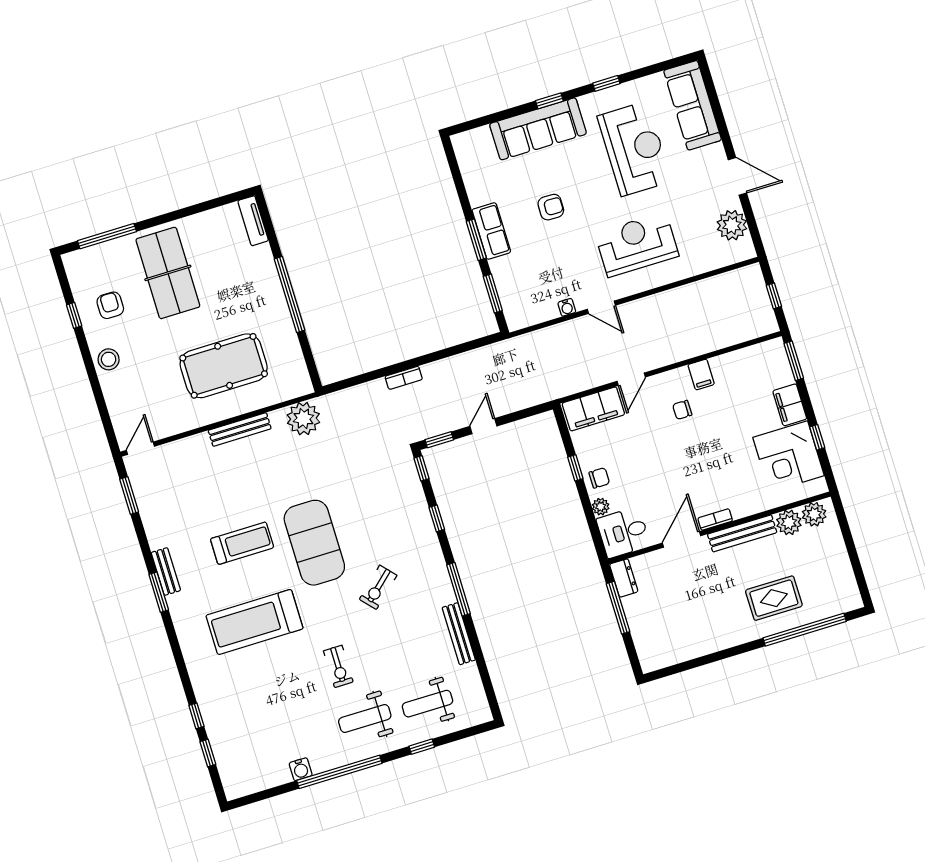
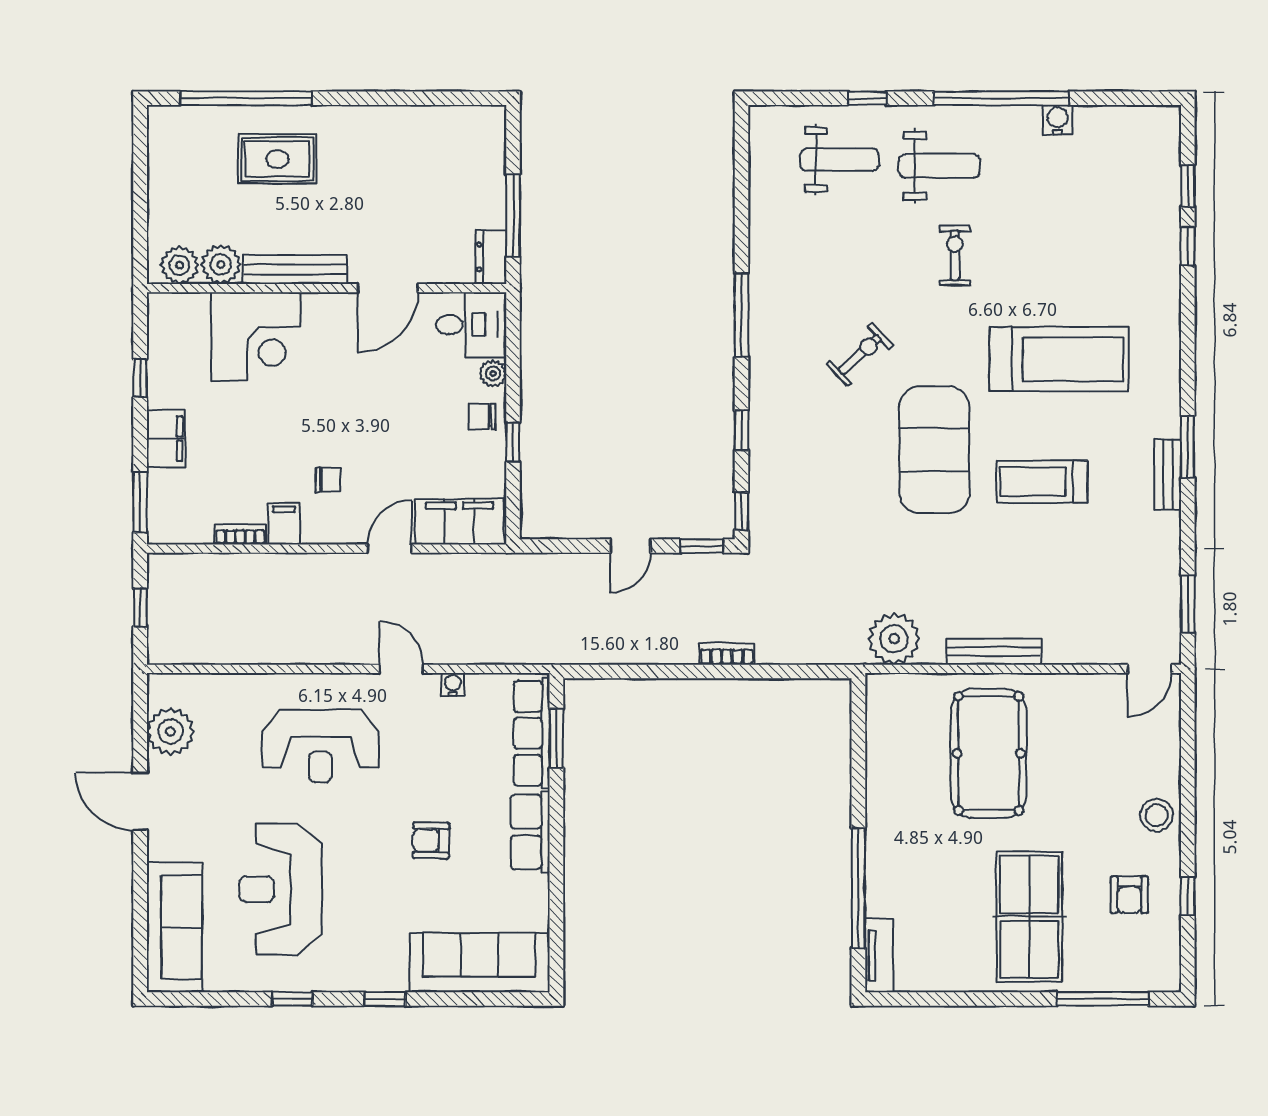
sofa: (538, 129) -> (480, 962), moved
window: (476, 240) -> (556, 826), removed
row of seats: (509, 292) -> (532, 733), added
window: (290, 294) -> (858, 888), moved
pool table: (224, 366) -> (989, 753), turned 90
corner desk: (789, 457) -> (256, 337), moved, turned 90
bookcase: (715, 519) -> (240, 534), moved, turned 180
bench: (459, 634) -> (761, 249), removed

